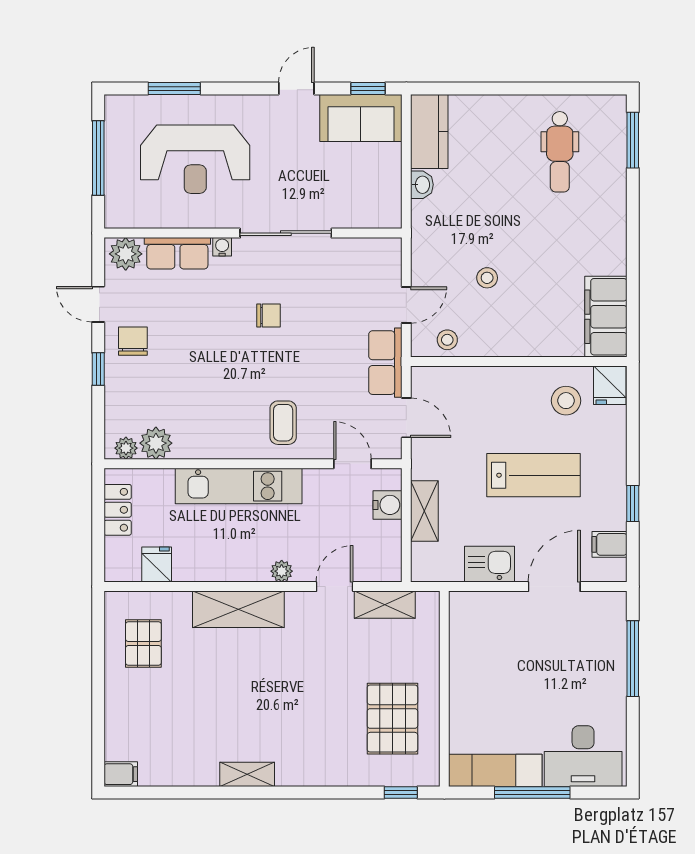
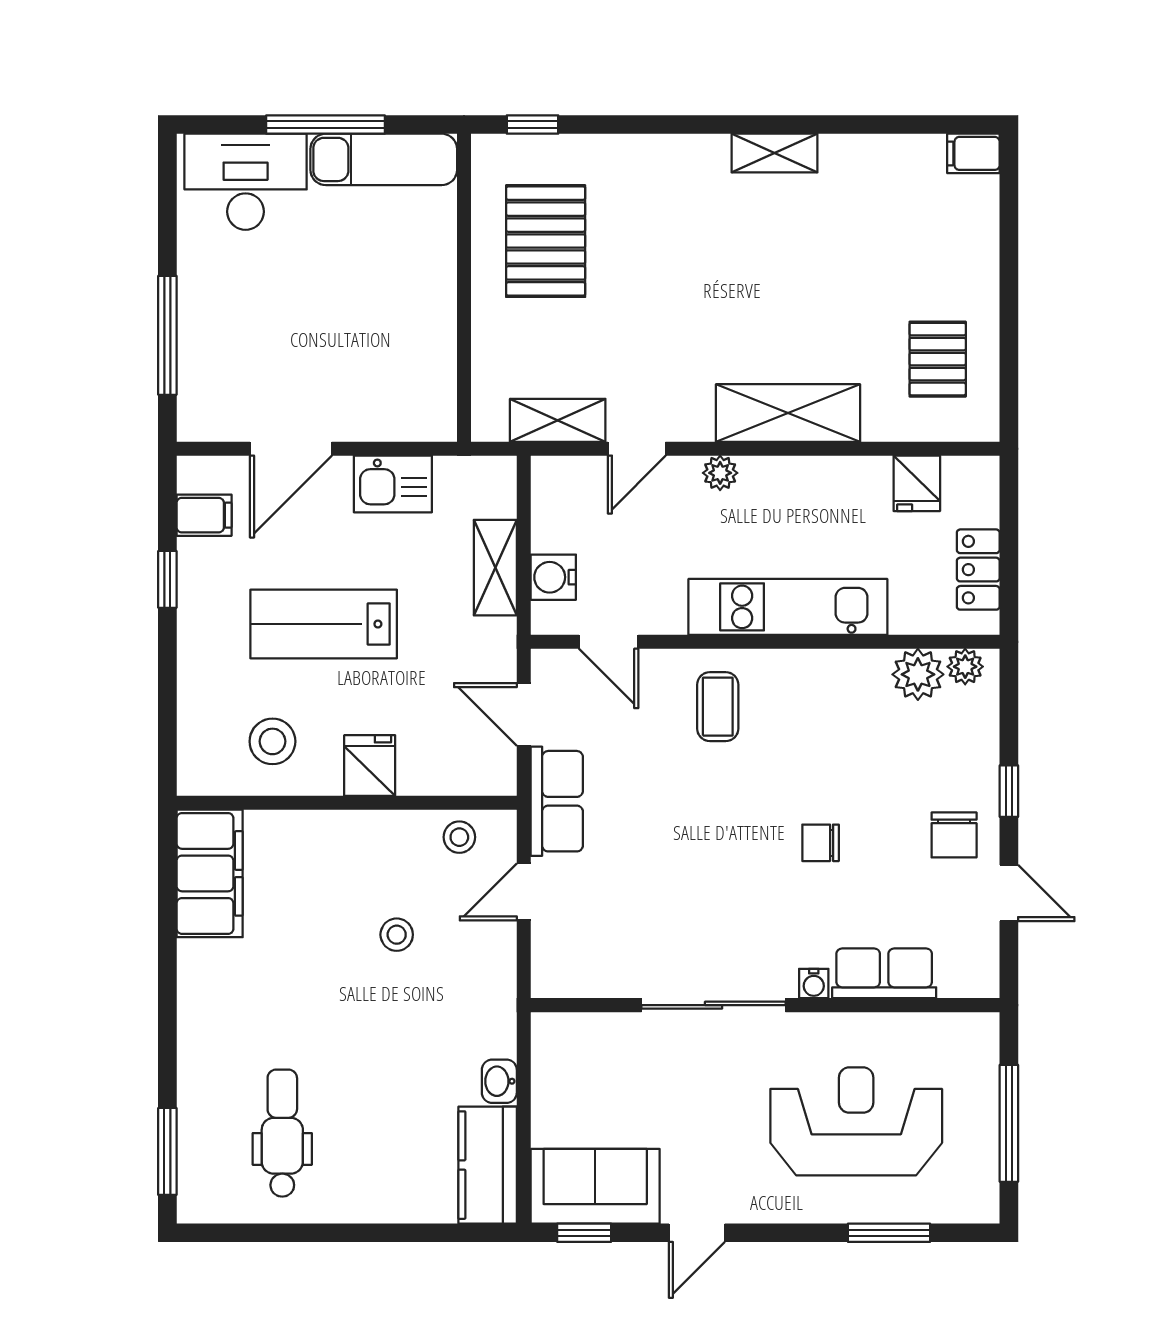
plant: (126, 254) -> (966, 972), removed
chair: (268, 316) -> (821, 843), moved
fridge: (610, 385) -> (370, 766), moved

